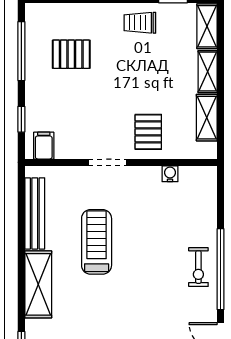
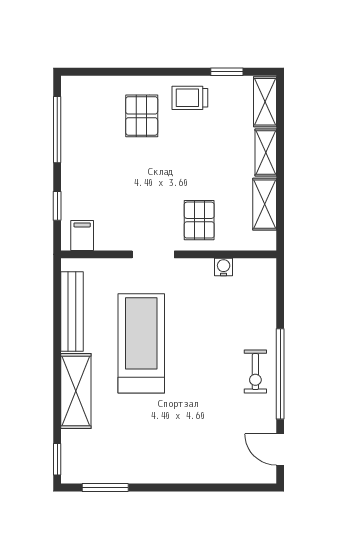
pallet: (71, 54) -> (142, 116), moved, turned 90
treadmill: (97, 242) -> (141, 343), width x1.37, depth x1.38

